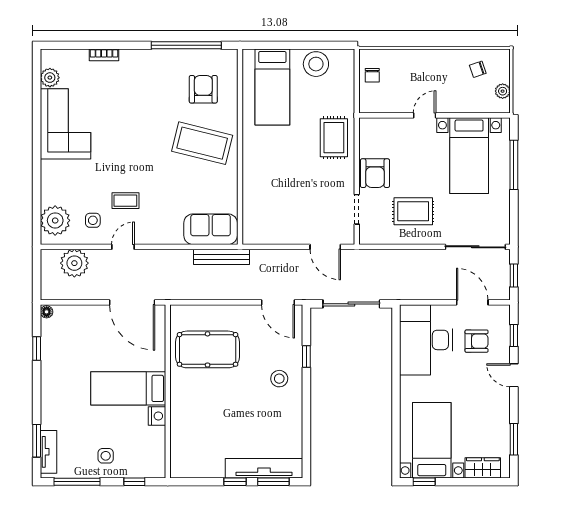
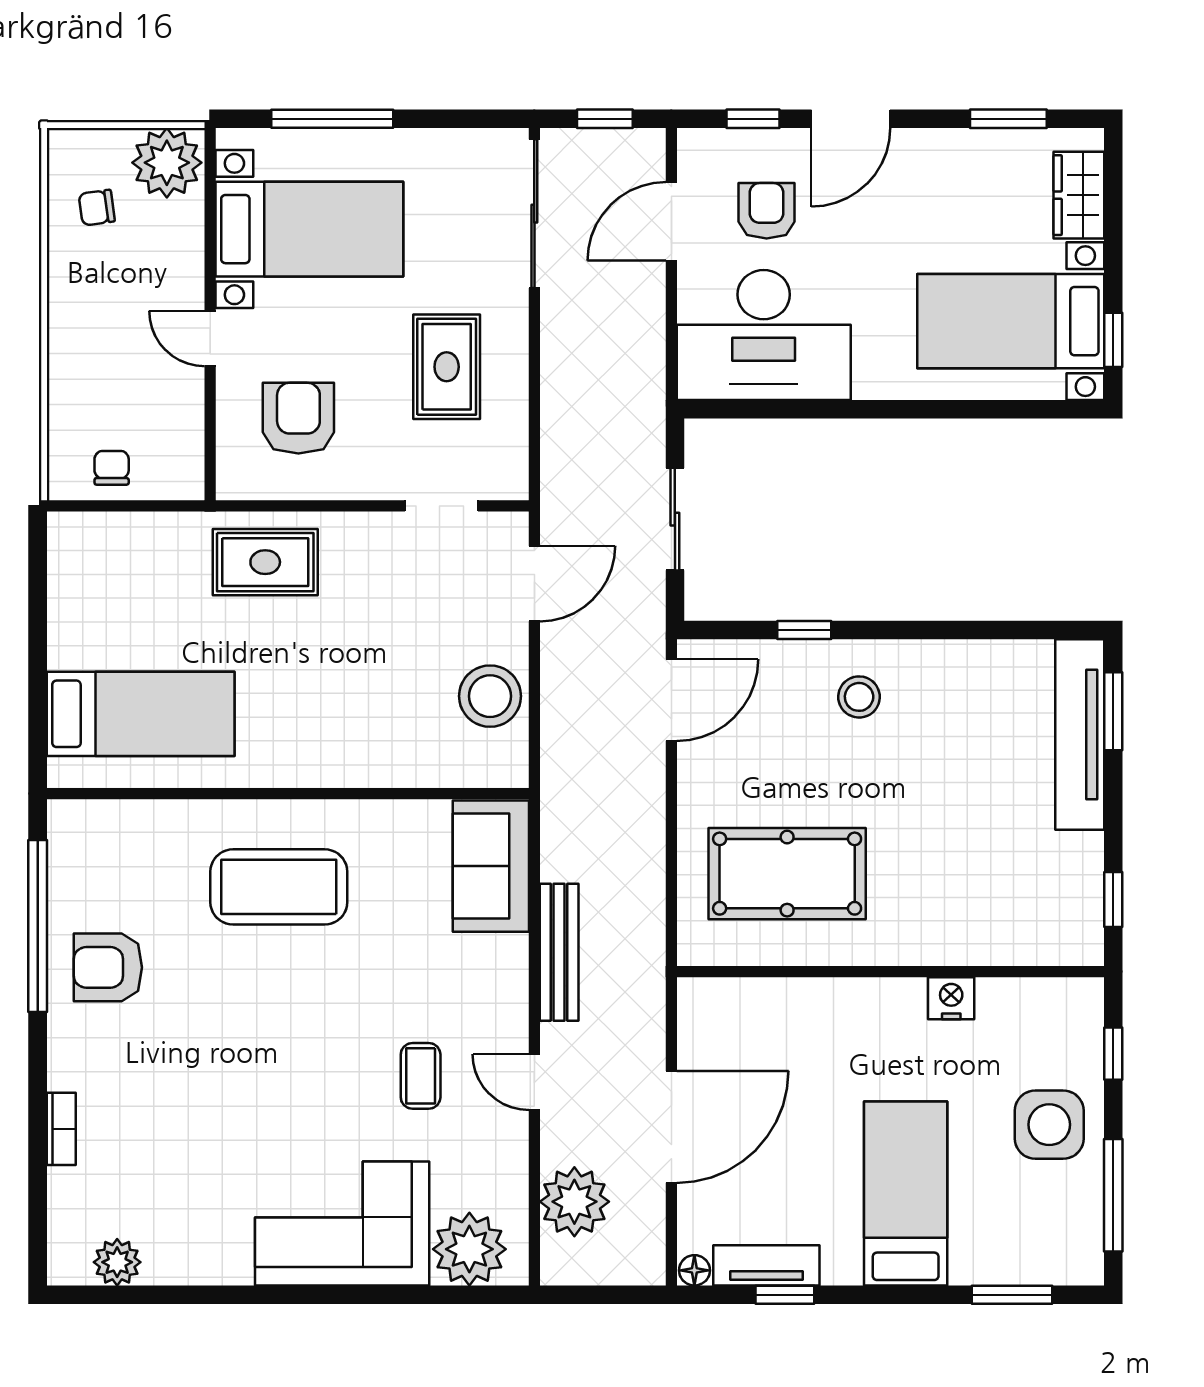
stool: (316, 64) -> (490, 696), moved
chair: (478, 69) -> (97, 208), turned 100
chair: (372, 75) -> (112, 468), turned -90
armchair: (203, 89) -> (108, 967), moved
plant: (503, 91) -> (167, 163), width x1.87, depth x1.87
corner sofa: (66, 124) -> (342, 1224), moved
coffee table: (202, 143) -> (279, 887), turned 76
armchair: (375, 173) -> (298, 418), moved, turned -90
side table: (93, 220) -> (469, 1156), removed
bench: (222, 257) -> (559, 952), moved
door: (132, 302) -> (671, 1127), moved
sliding door: (351, 304) -> (675, 519), width x0.73
pool table: (208, 349) -> (787, 874), turned 90
door: (514, 375) -> (851, 119), width x1.38
bed: (128, 388) -> (906, 1194), moved, turned 180
tv unit: (49, 452) -> (766, 1265), moved
side table: (106, 456) -> (1049, 1125), width x1.87, depth x1.87
window: (235, 482) -> (1113, 900), moved

